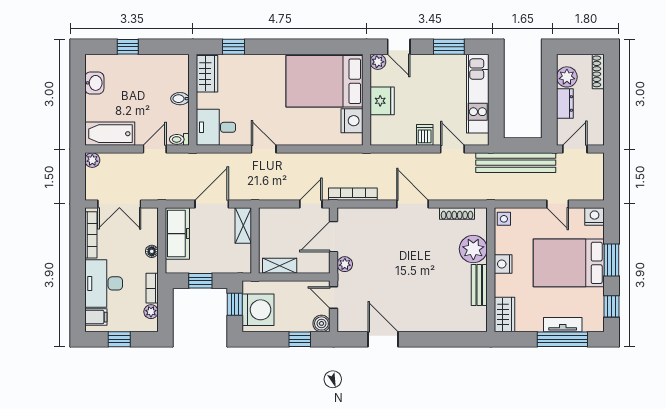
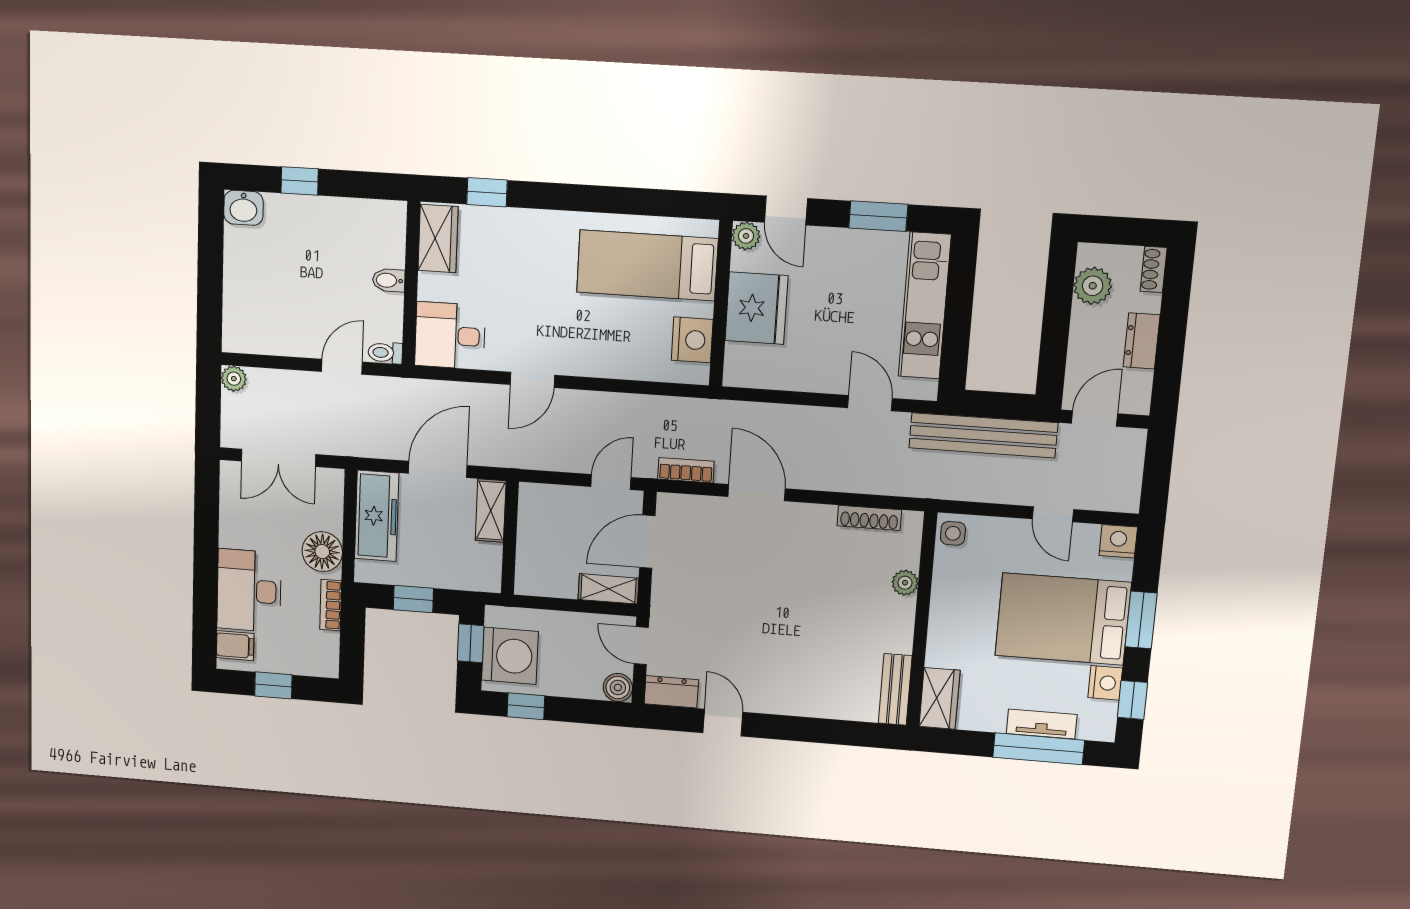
shoe rack: (598, 71) -> (1154, 269), width x0.70
bed: (325, 81) -> (647, 265), width x0.67
washbasin: (94, 83) -> (243, 208), moved, turned 90
fridge: (382, 101) -> (756, 308), width x1.36, depth x1.34
dresser: (565, 103) -> (1142, 341), moved, turned 180
bathtub: (110, 134) -> (265, 334), removed
dishwasher: (425, 135) -> (822, 374), removed
door: (264, 149) -> (532, 380), swing flipped
bookcase: (353, 194) -> (686, 470), width x0.64
door: (412, 204) -> (757, 493), moved
bookcase: (91, 235) -> (229, 507), removed
plant: (473, 249) -> (905, 583), width x0.53, depth x0.53
floor lamp: (152, 251) -> (322, 552), width x1.89, depth x1.89
plant: (345, 264) -> (664, 590), removed
nightstand: (503, 264) -> (1105, 683), moved, turned 180
shelving: (280, 266) -> (608, 589), moved
bench: (479, 285) -> (895, 689), moved
plant: (151, 312) -> (328, 644), removed
dresser: (352, 323) -> (671, 692), added
window: (300, 339) -> (526, 706), moved
door: (383, 339) -> (723, 723), width x0.73

